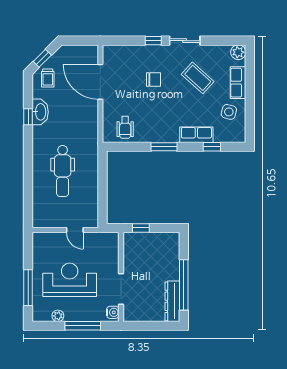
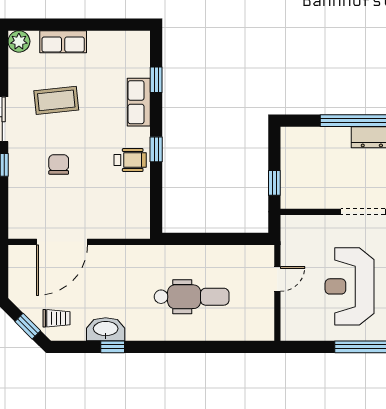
coffee table: (198, 78) -> (56, 100), turned 42
side table: (229, 112) -> (106, 55), removed
wheelchair: (125, 127) -> (130, 160), moved
window: (164, 147) -> (156, 149), width x0.67

